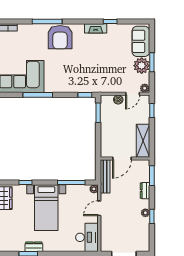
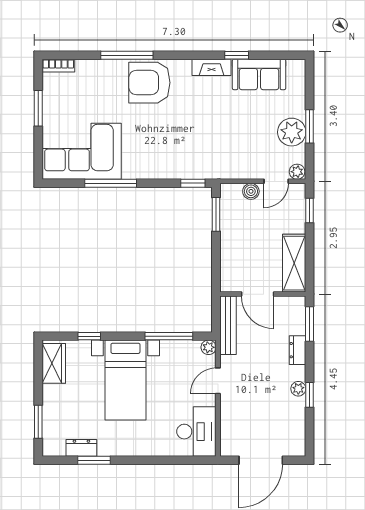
armchair: (60, 37) -> (149, 83), turned 90
sofa: (141, 41) -> (259, 74), moved, turned -90
door: (122, 158) -> (258, 294), hinge flipped
dresser: (34, 247) -> (81, 448), moved

